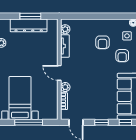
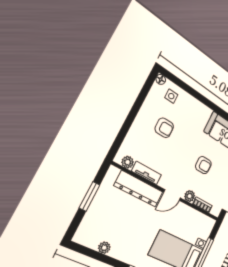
dresser: (29, 25) -> (139, 189), moved, turned 90
armchair: (122, 56) -> (203, 165), moved

